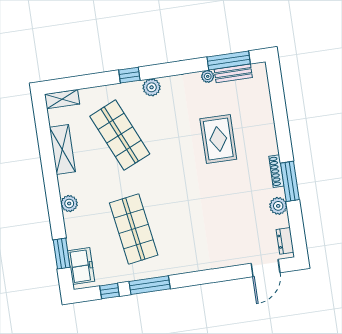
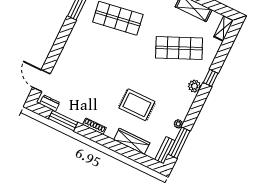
bench: (233, 73) -> (165, 150), moved
wardrobe: (265, 116) -> (132, 141), added
window: (290, 181) -> (63, 121), moved
plant: (278, 206) -> (73, 113), removed

